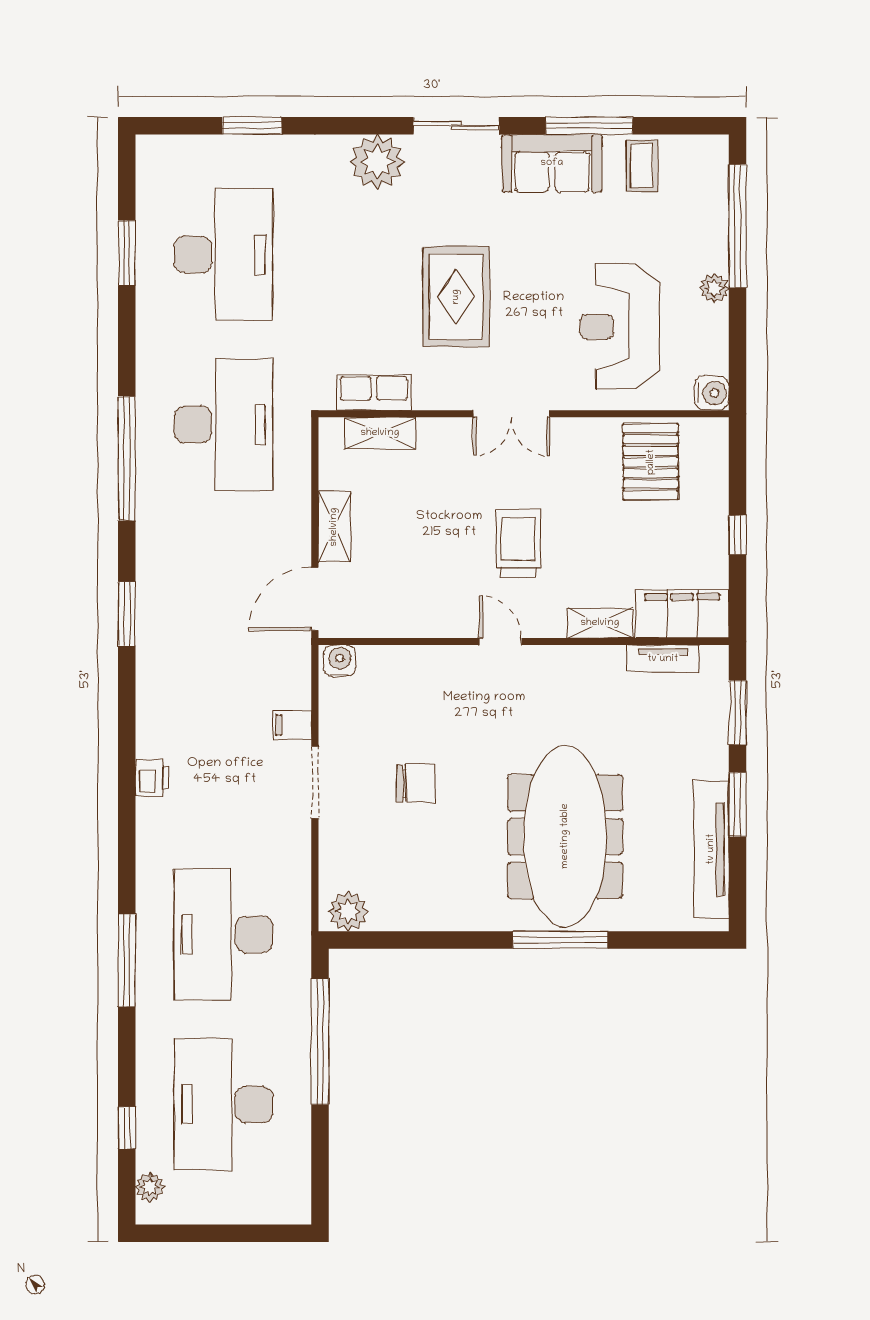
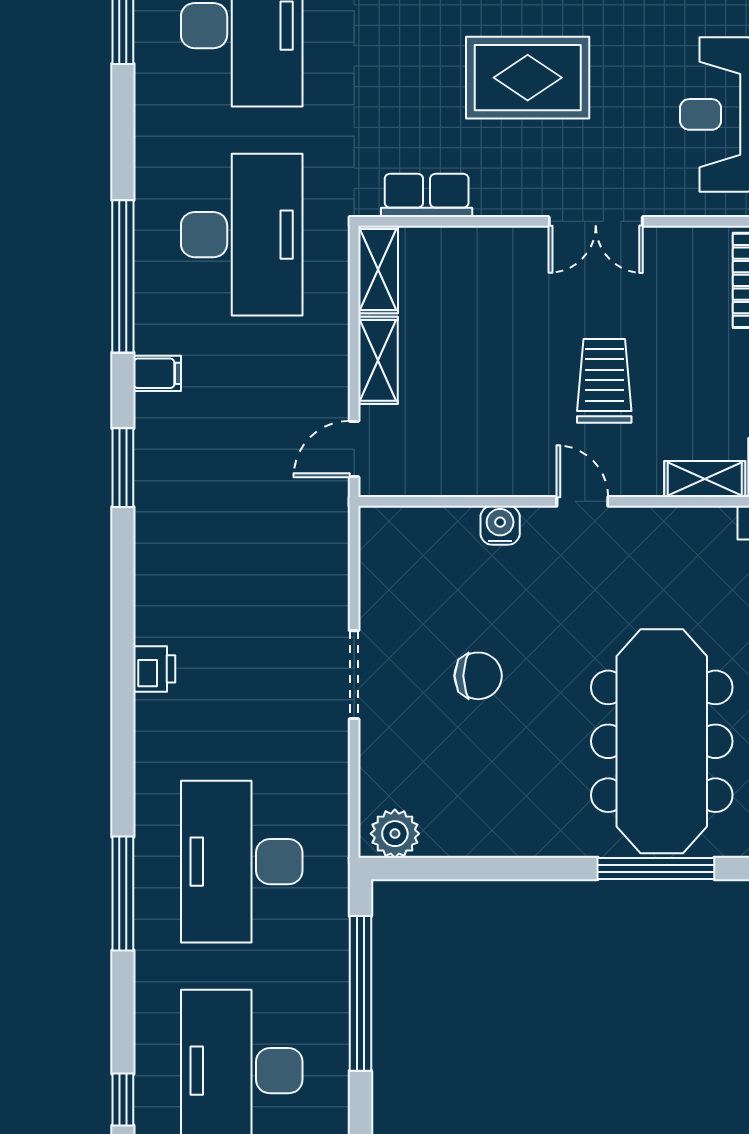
rug: (456, 297) -> (528, 78), turned 90
shelving: (380, 433) -> (378, 269), moved, turned 90
door: (315, 599) -> (354, 449), width x0.73
water cooler: (340, 661) -> (500, 525), moved
filing cabinet: (292, 725) -> (157, 373), moved, turned 180

